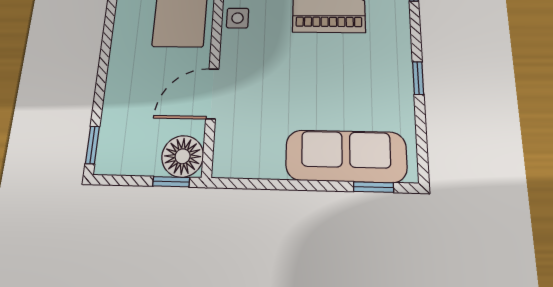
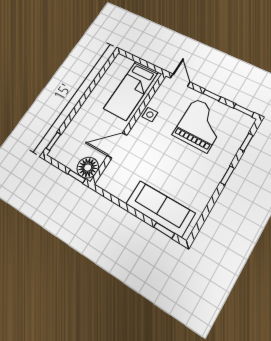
window: (418, 78) -> (227, 175), moved

